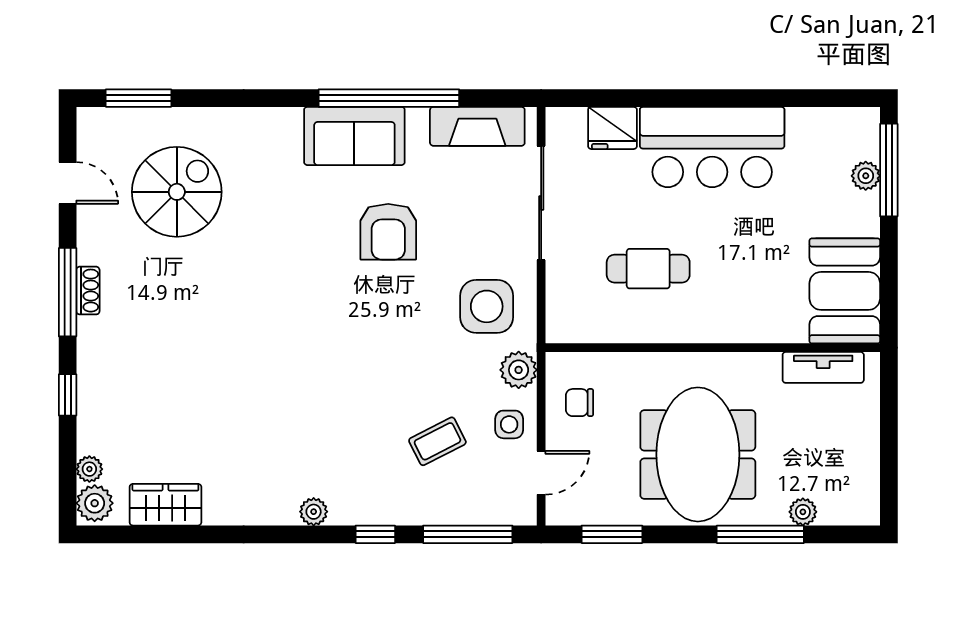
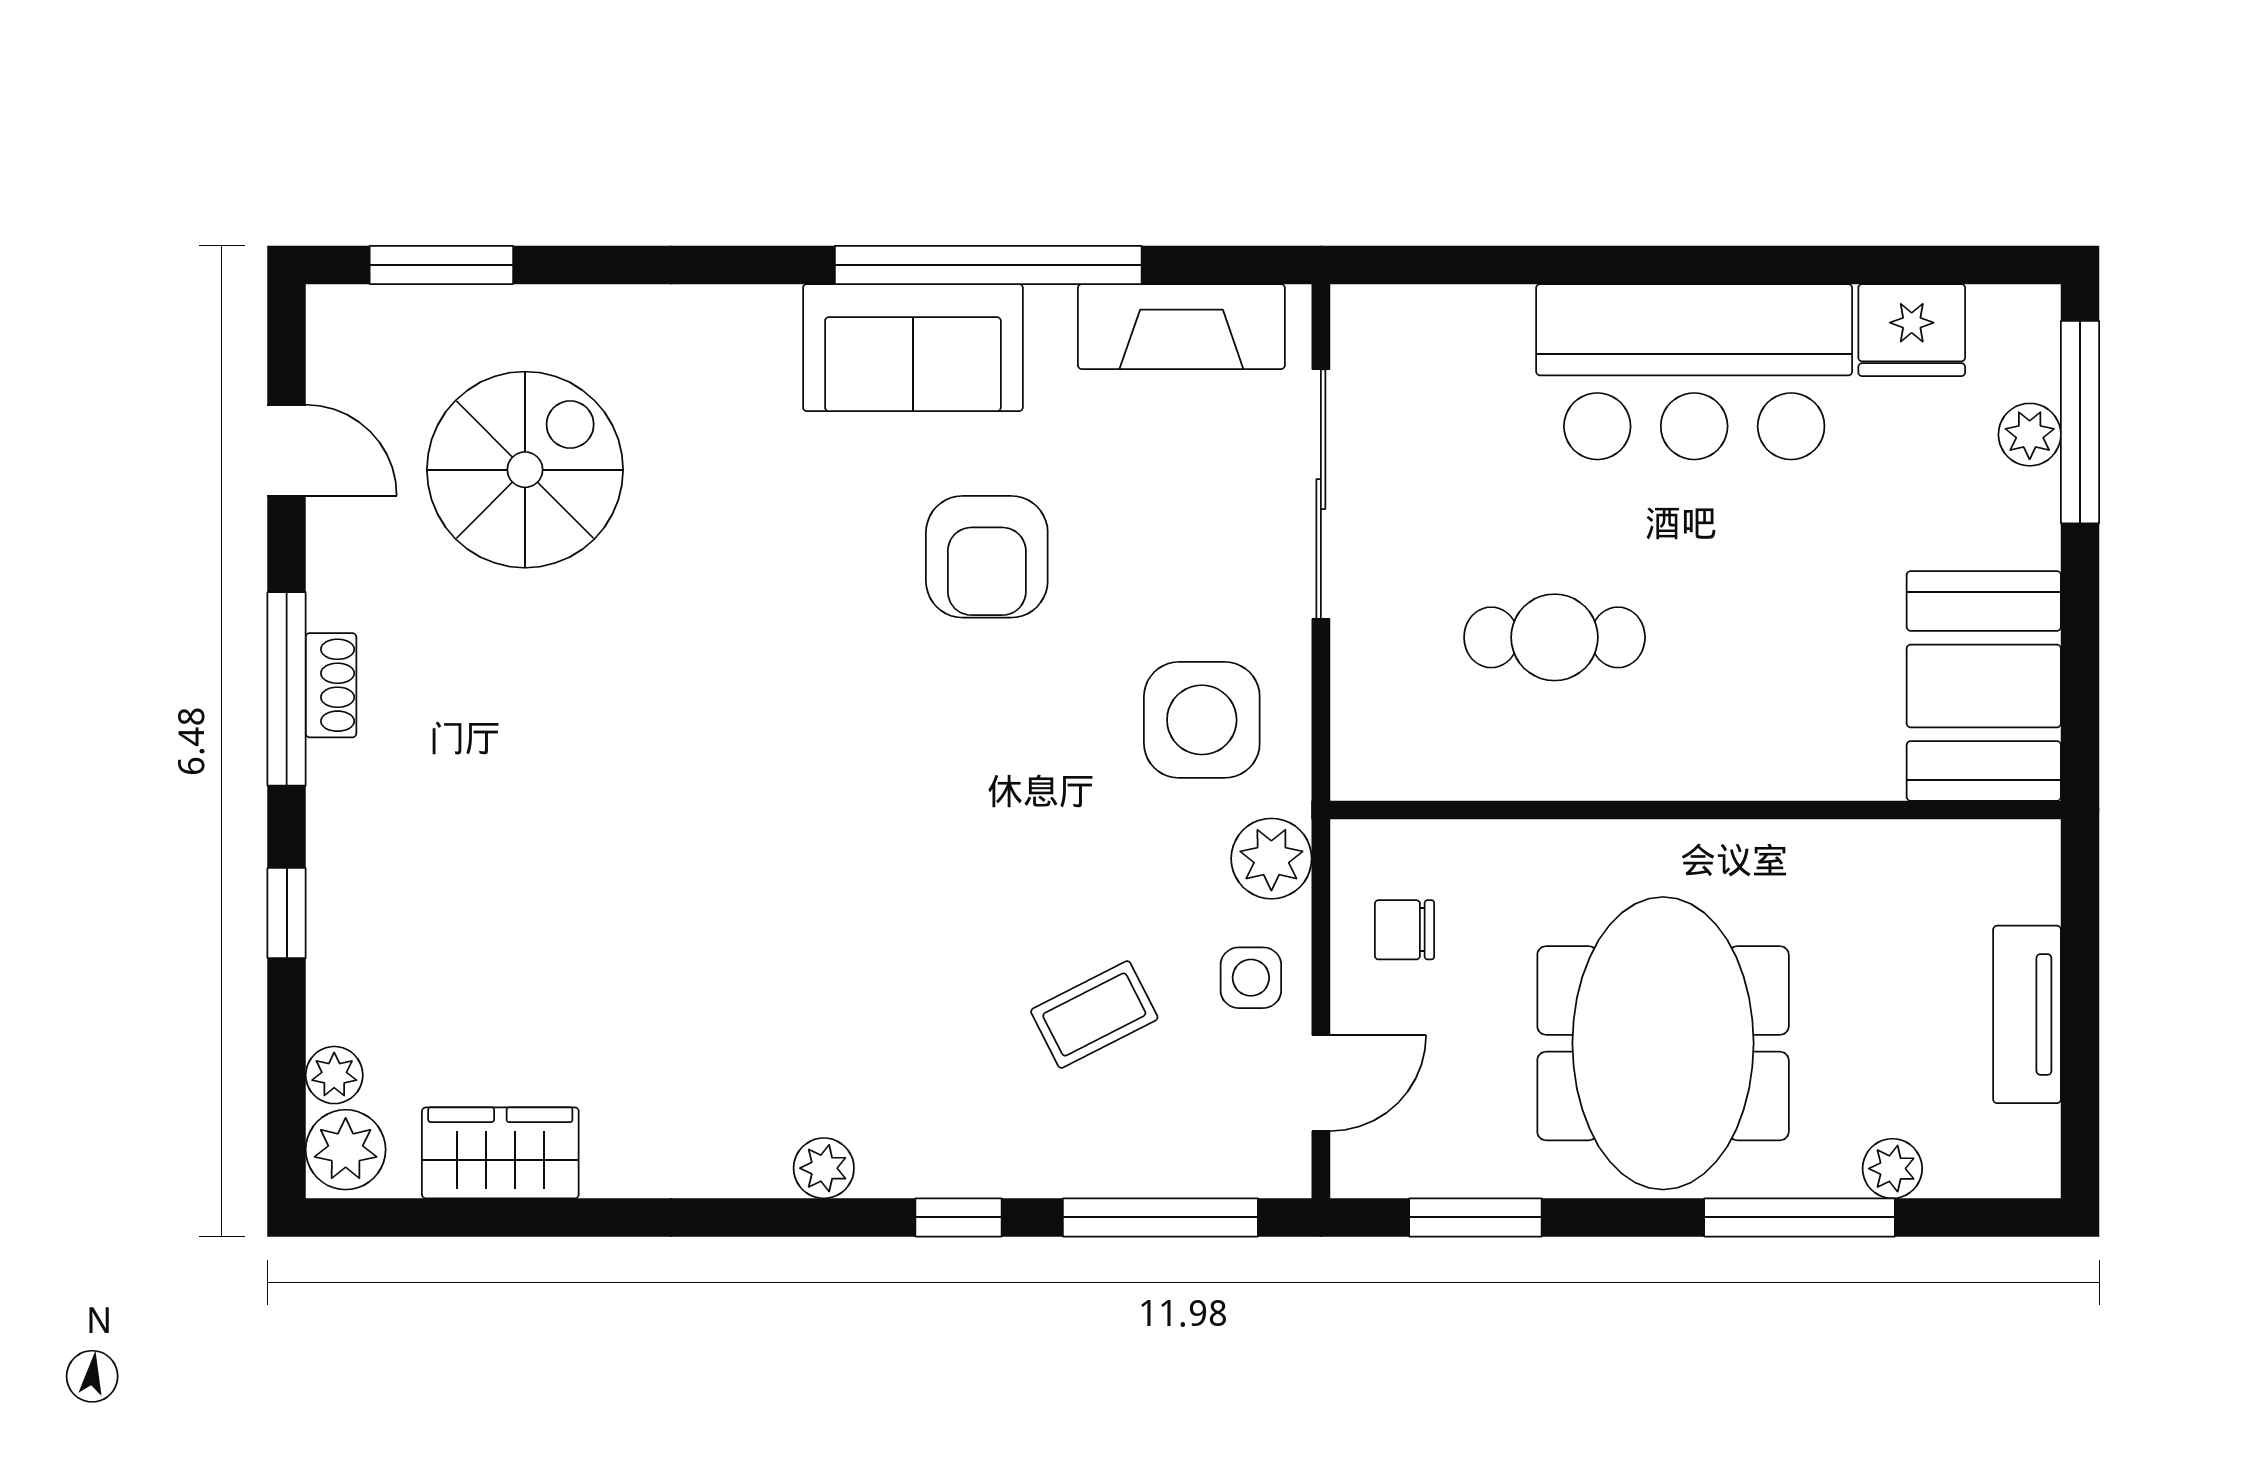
fridge: (612, 128) -> (1912, 330), moved
tv unit: (823, 367) -> (2027, 1014), moved, turned 90

